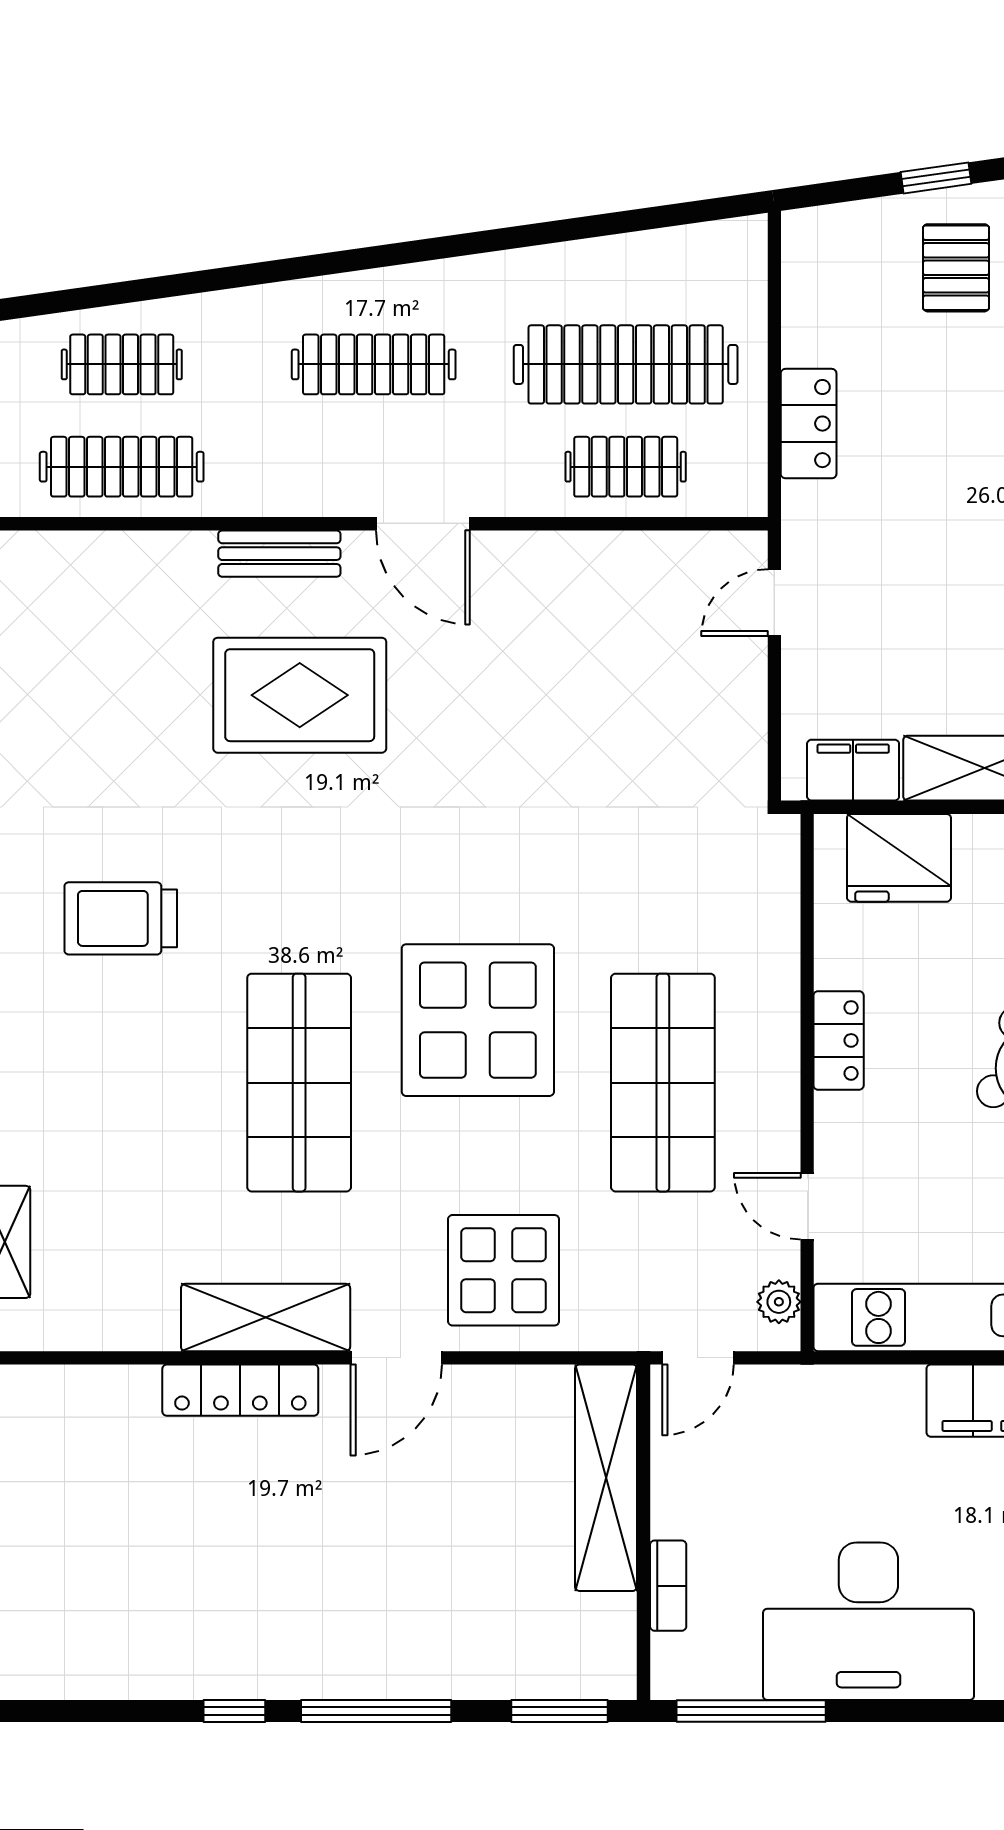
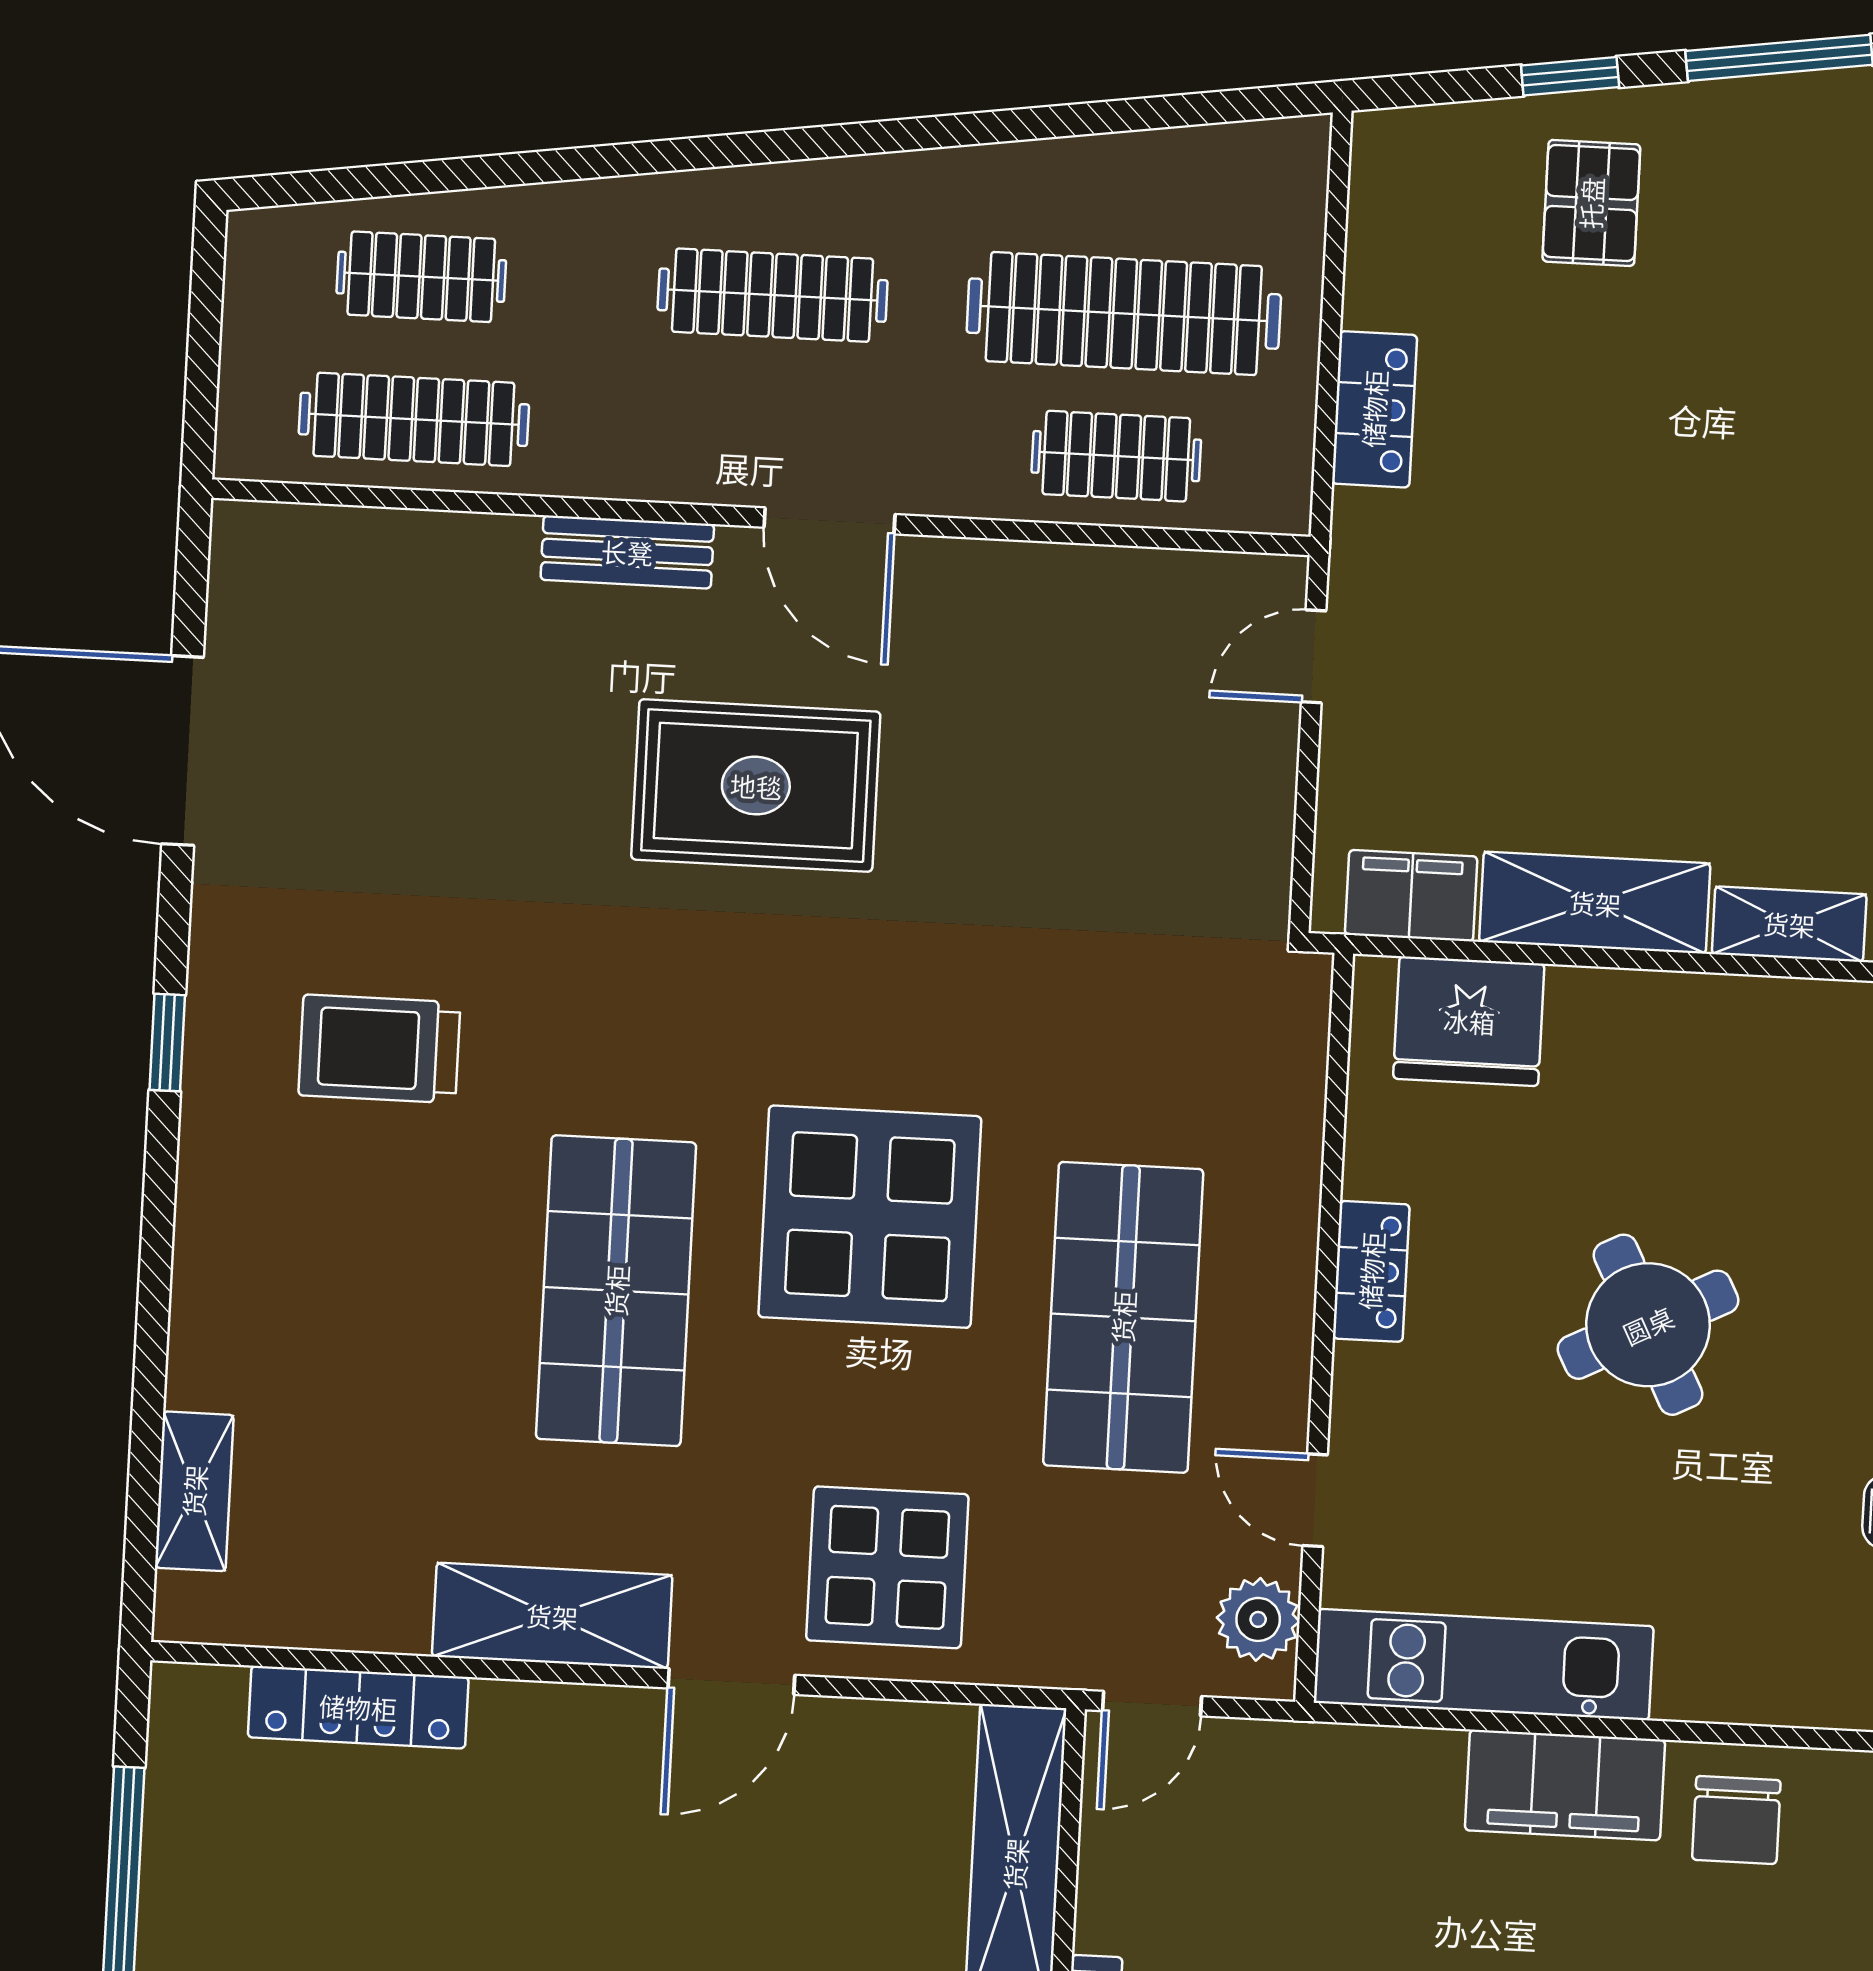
rug: (300, 695) -> (756, 786), moved
plant: (779, 1302) -> (1258, 1619), width x1.38, depth x1.38
locker: (240, 1390) -> (358, 1707), moved

